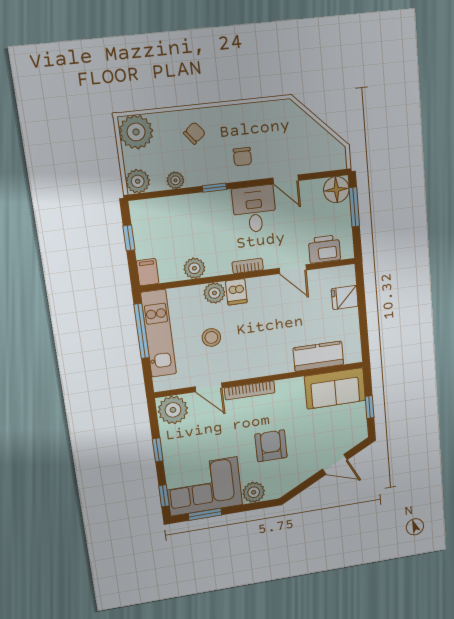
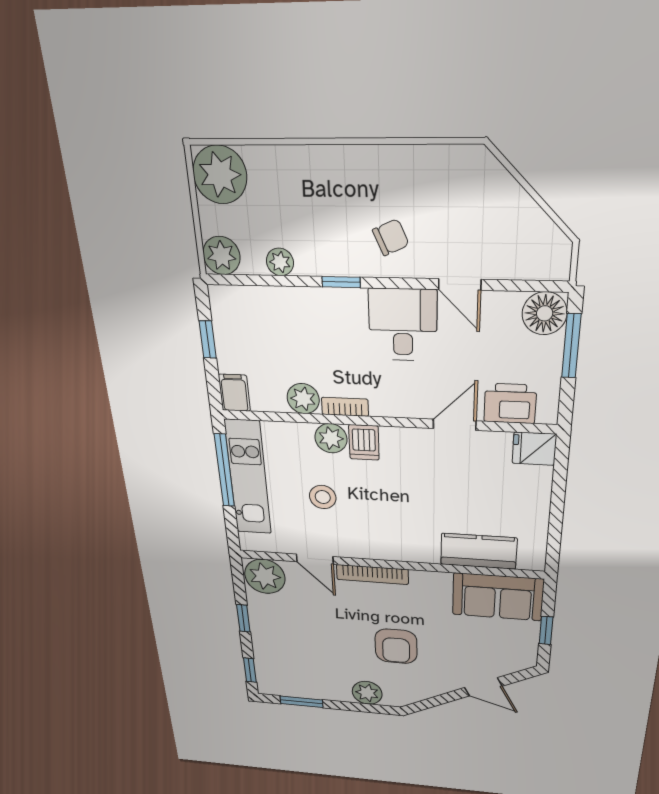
chair: (194, 133) -> (314, 188), removed
chair: (242, 157) -> (391, 237), turned -114
bookcase: (248, 266) -> (345, 407), moved
door: (293, 269) -> (455, 425), swing flipped
fridge: (345, 297) -> (534, 449), moved
armchair: (271, 446) -> (396, 646), turned 180
corner sofa: (204, 486) -> (302, 672), removed

